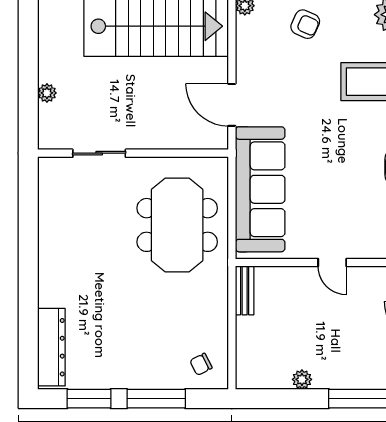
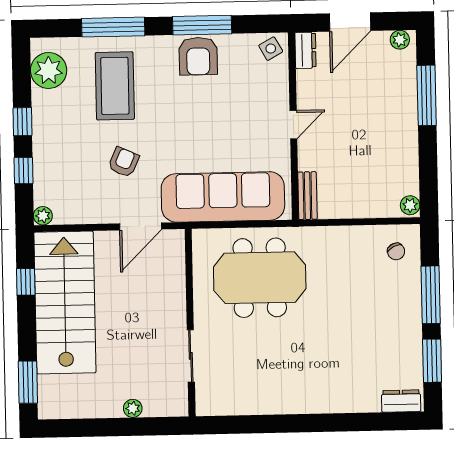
armchair: (305, 24) -> (124, 162), moved
bench: (245, 290) -> (307, 196), moved, turned 90
dresser: (51, 347) -> (401, 401), width x0.51, depth x0.80
plant: (302, 379) -> (410, 205), moved

